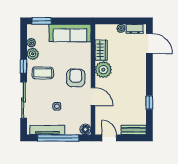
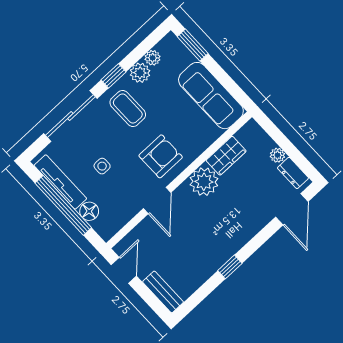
window: (149, 103) -> (230, 267), moved
floor lamp: (85, 129) -> (89, 211), moved

